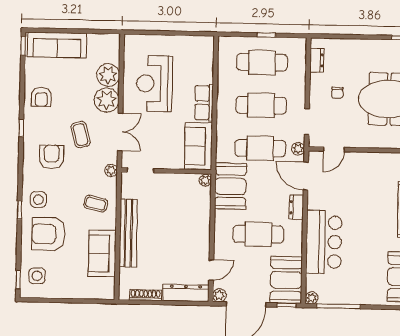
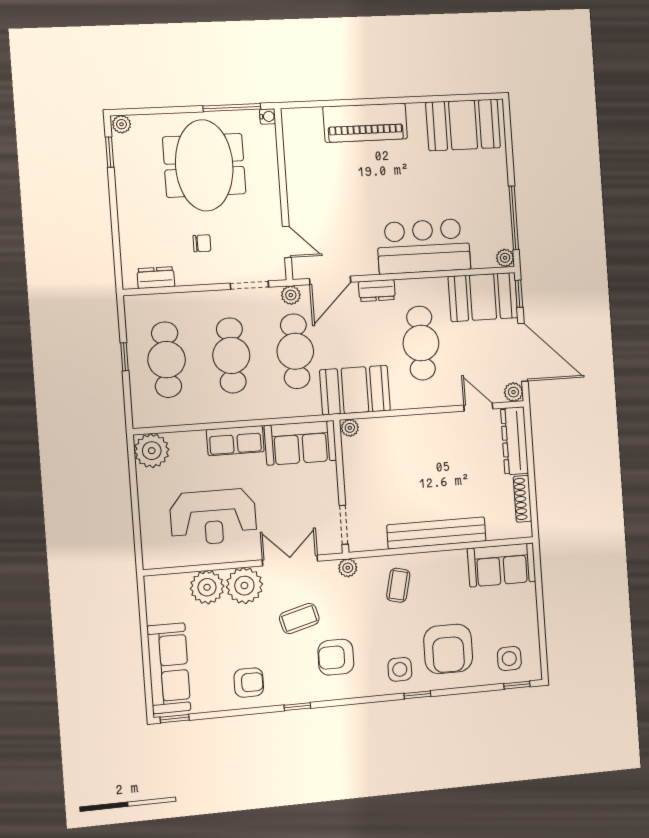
plant: (203, 47) -> (152, 451), added
sofa: (102, 253) -> (502, 565), moved

